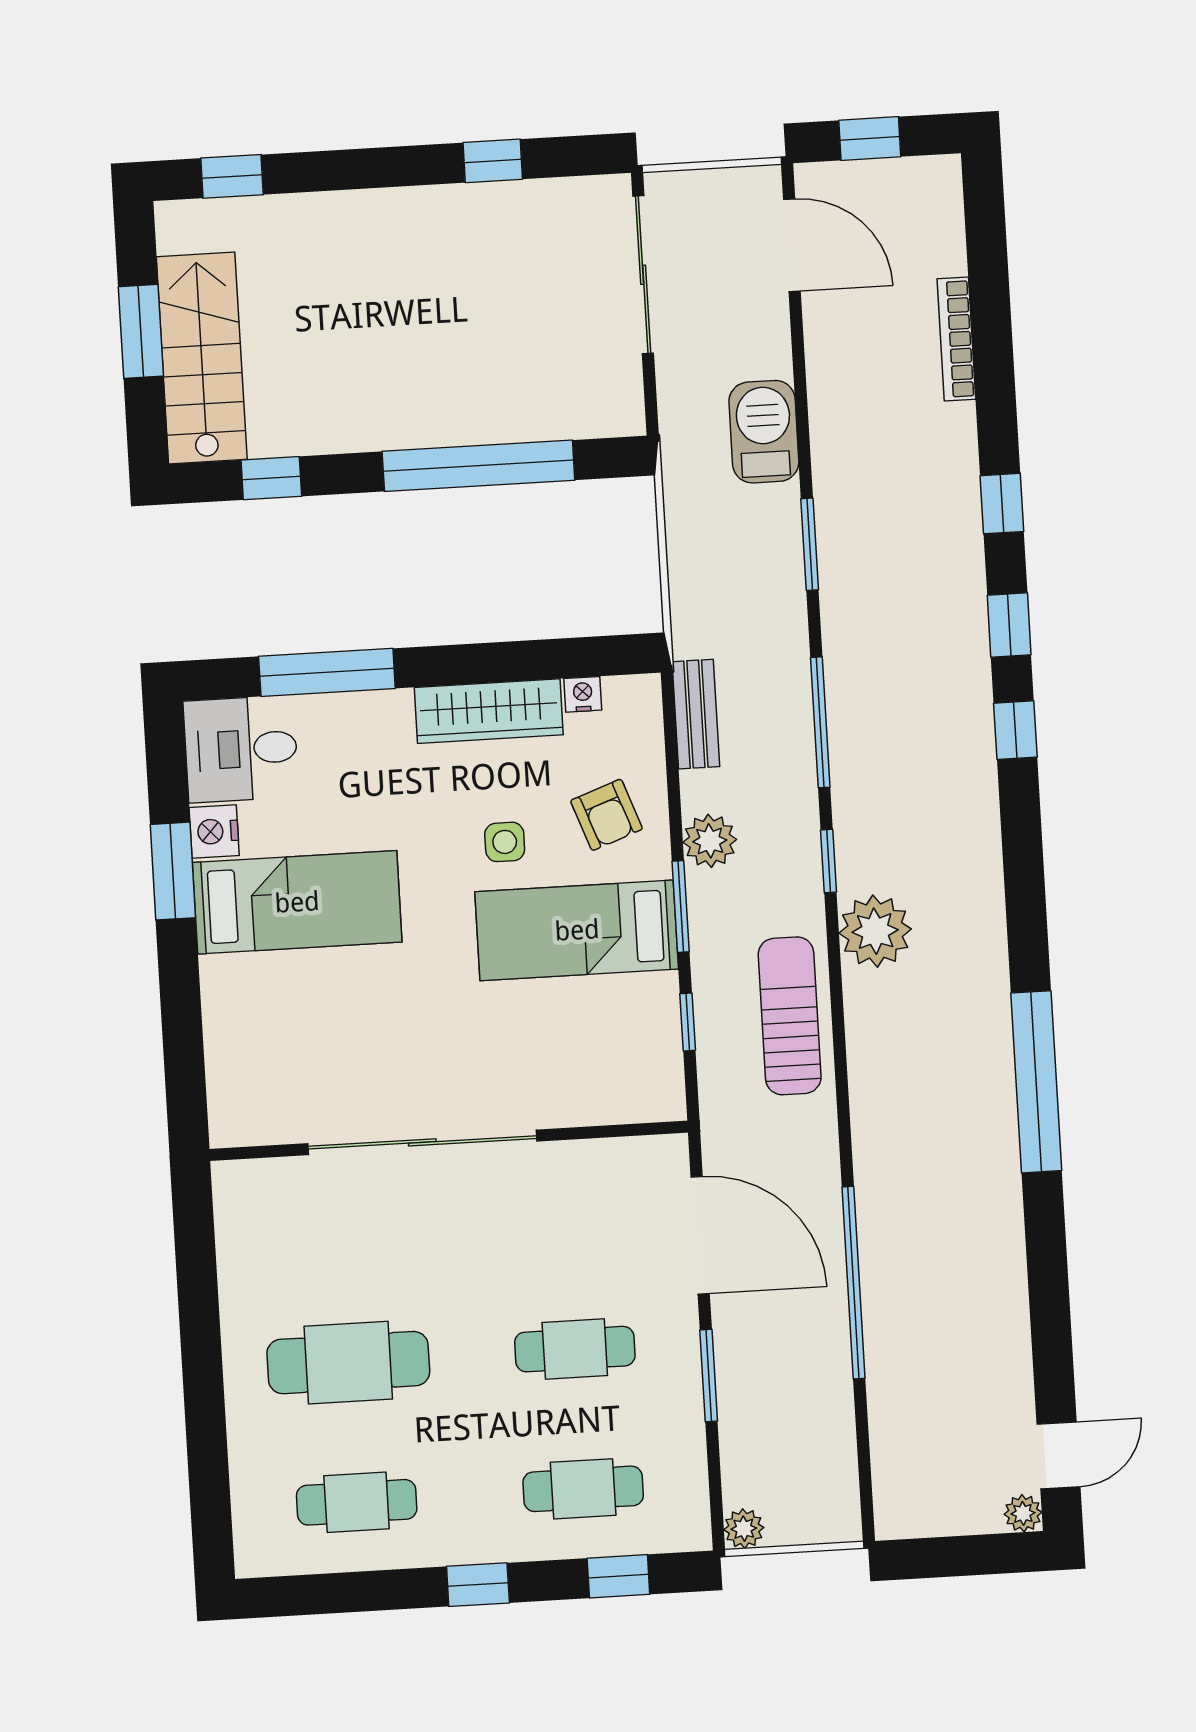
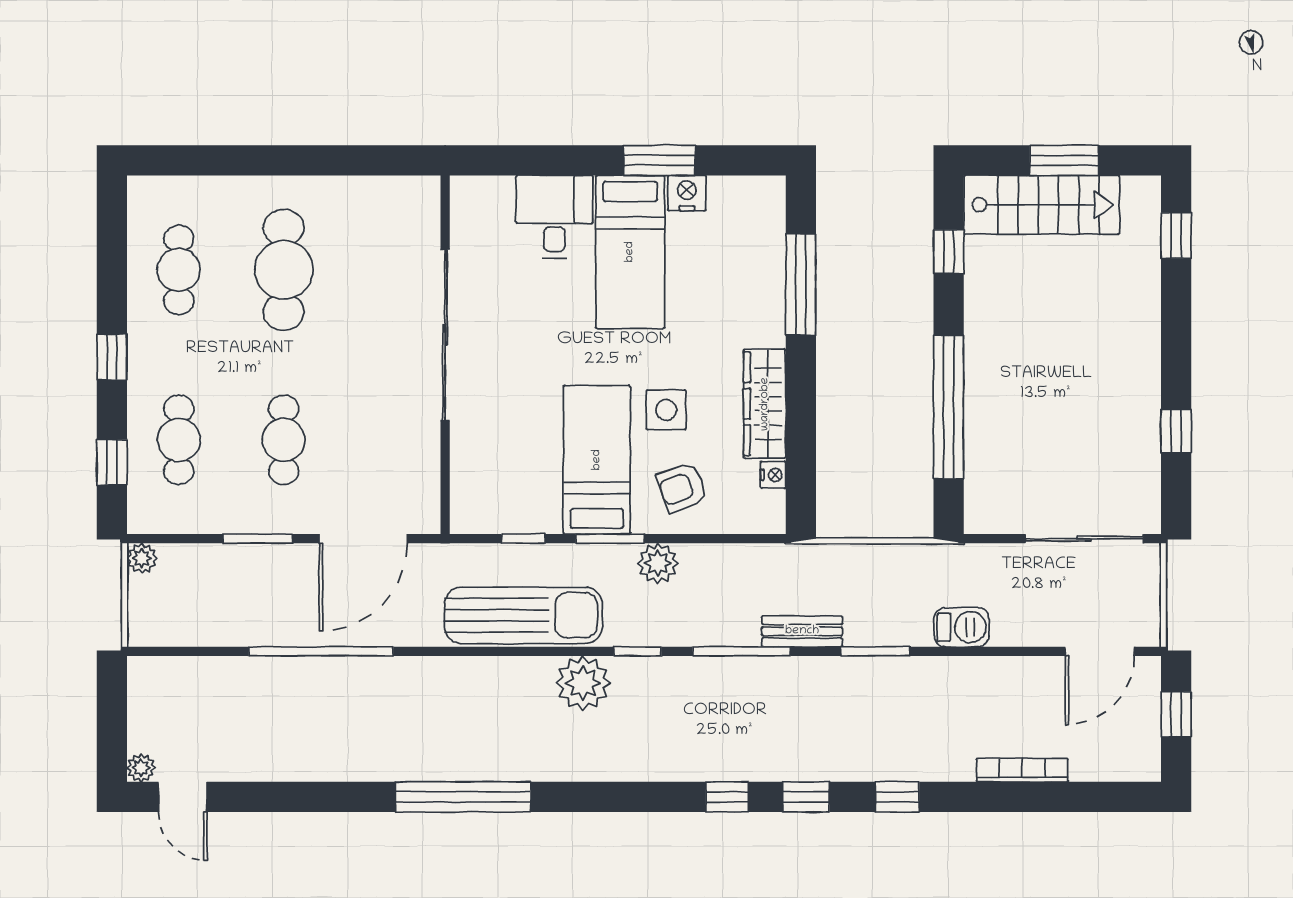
barbecue: (764, 432) -> (961, 627), width x0.73, depth x0.79
bench: (696, 714) -> (802, 631), moved
desk: (241, 749) -> (554, 217), moved
side table: (505, 842) -> (666, 410), width x1.37, depth x1.37
sun lounger: (790, 1016) -> (523, 615), width x1.36, depth x1.34

